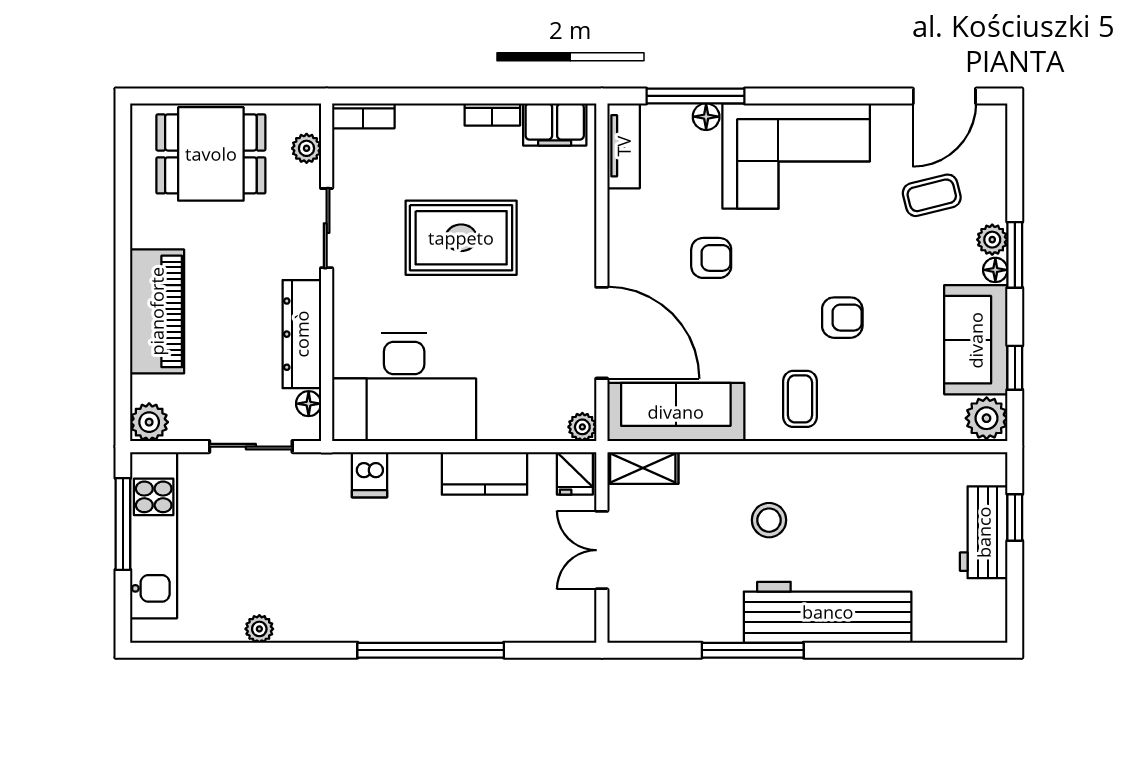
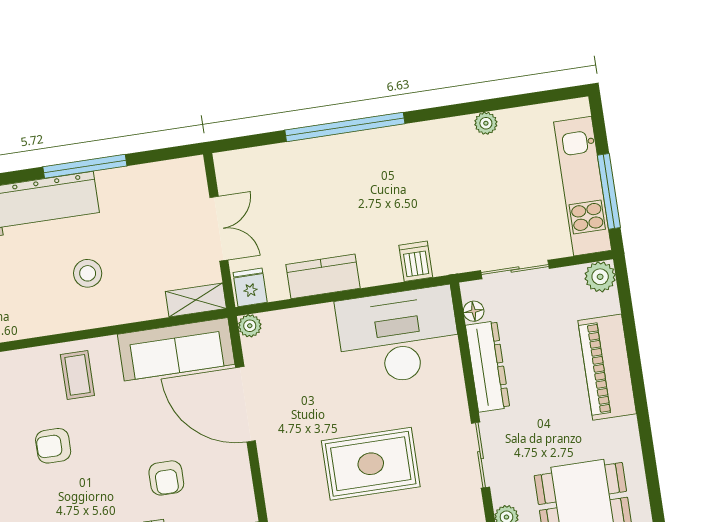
armchair: (711, 258) -> (166, 478), turned -90

